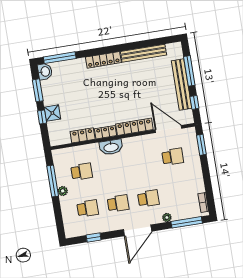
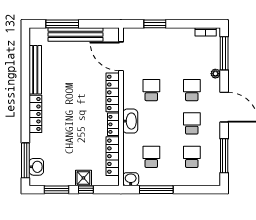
washbasin: (45, 72) -> (36, 167), moved, turned 90
window: (194, 102) -> (97, 24), removed
door: (168, 129) -> (121, 56), hinge flipped
locker: (83, 135) -> (113, 156), width x1.53
window: (201, 145) -> (155, 24), moved
washbasin: (58, 156) -> (131, 179), added
school desk: (173, 157) -> (151, 90), moved
plant: (63, 191) -> (169, 181), removed
window: (94, 238) -> (224, 156), width x2.17

